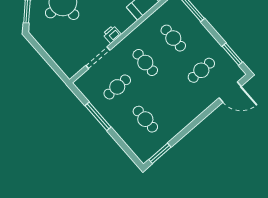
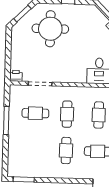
printer: (112, 34) -> (16, 76), moved
cafe table: (145, 119) -> (66, 150), moved

